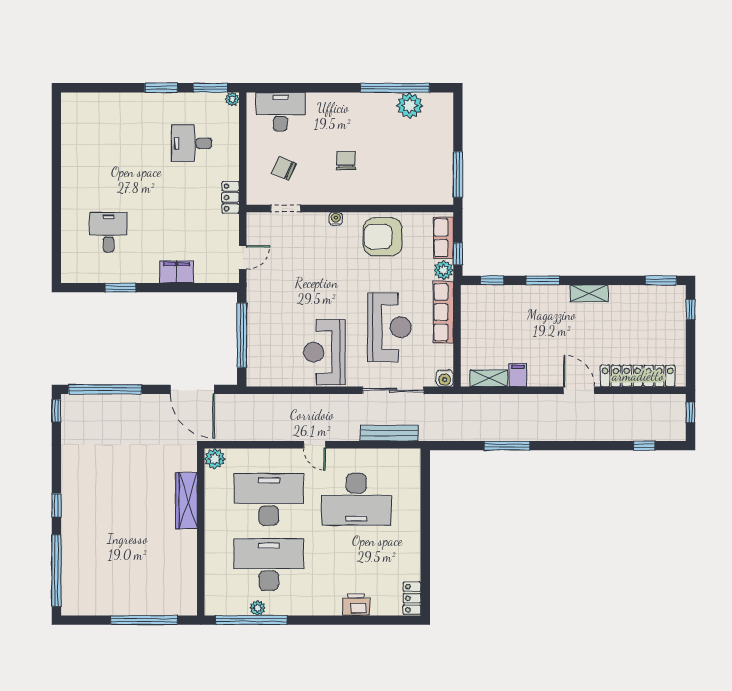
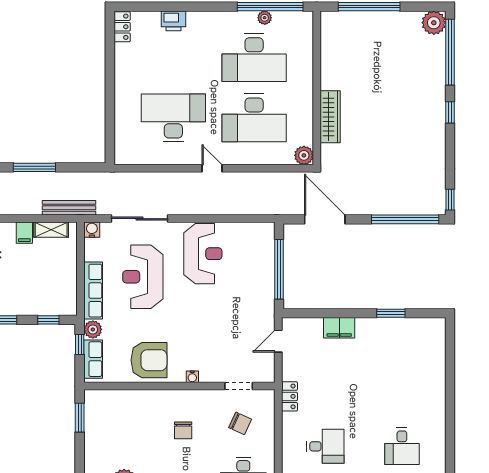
window: (458, 174) -> (80, 418), width x0.69
desk: (108, 232) -> (402, 446), moved
bench: (389, 433) -> (69, 208), moved
plant: (74, 603) -> (434, 23), added

